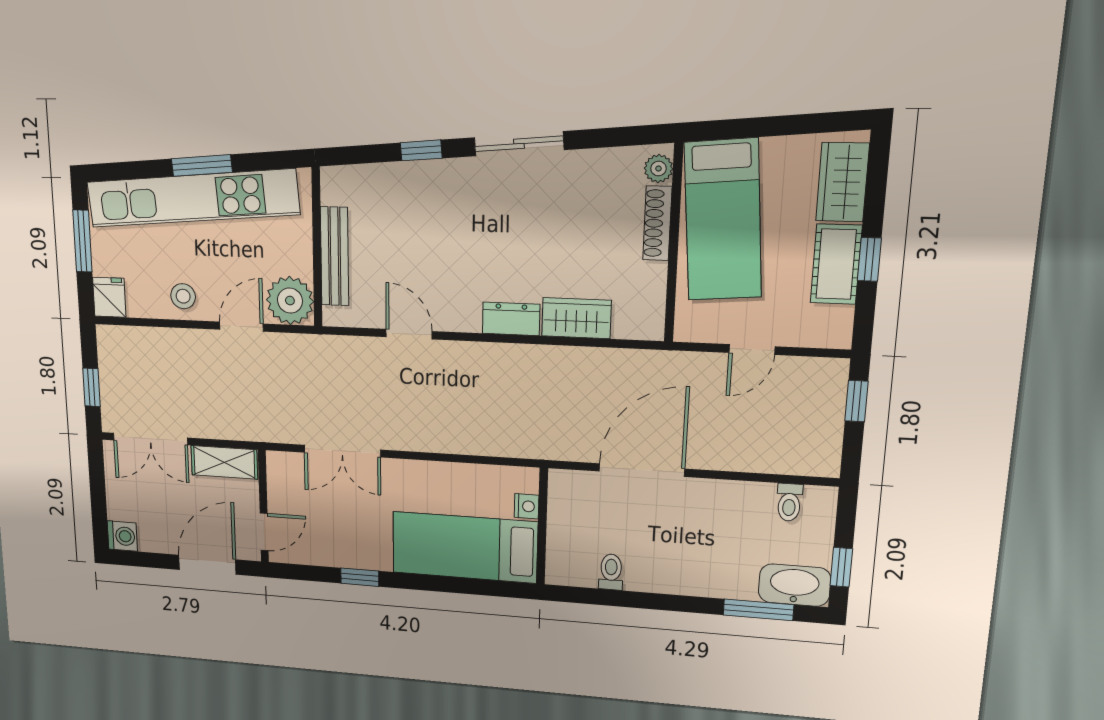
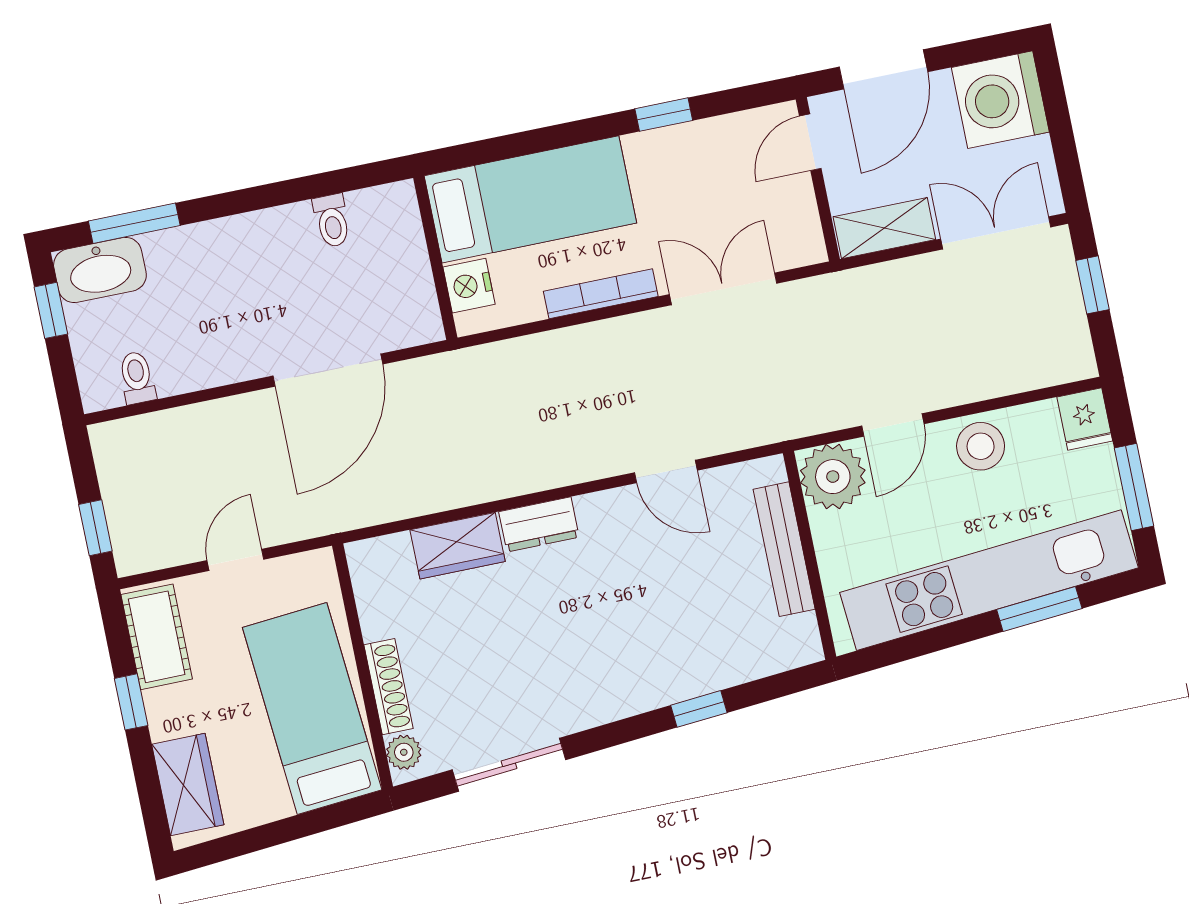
sliding door: (519, 144) -> (509, 765), moved
window: (202, 165) -> (1039, 609), moved
cot: (836, 264) -> (157, 637), moved
stool: (183, 296) -> (981, 446), width x1.37, depth x1.37
bookcase: (429, 471) -> (601, 294), added
nightstand: (527, 506) -> (469, 286), width x1.39, depth x1.35
washing machine: (122, 536) -> (1000, 100), width x1.89, depth x1.89

